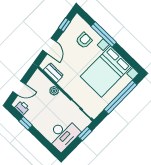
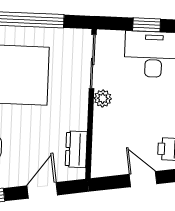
plant: (54, 91) -> (103, 98), moved
window: (85, 134) -> (147, 25), moved

